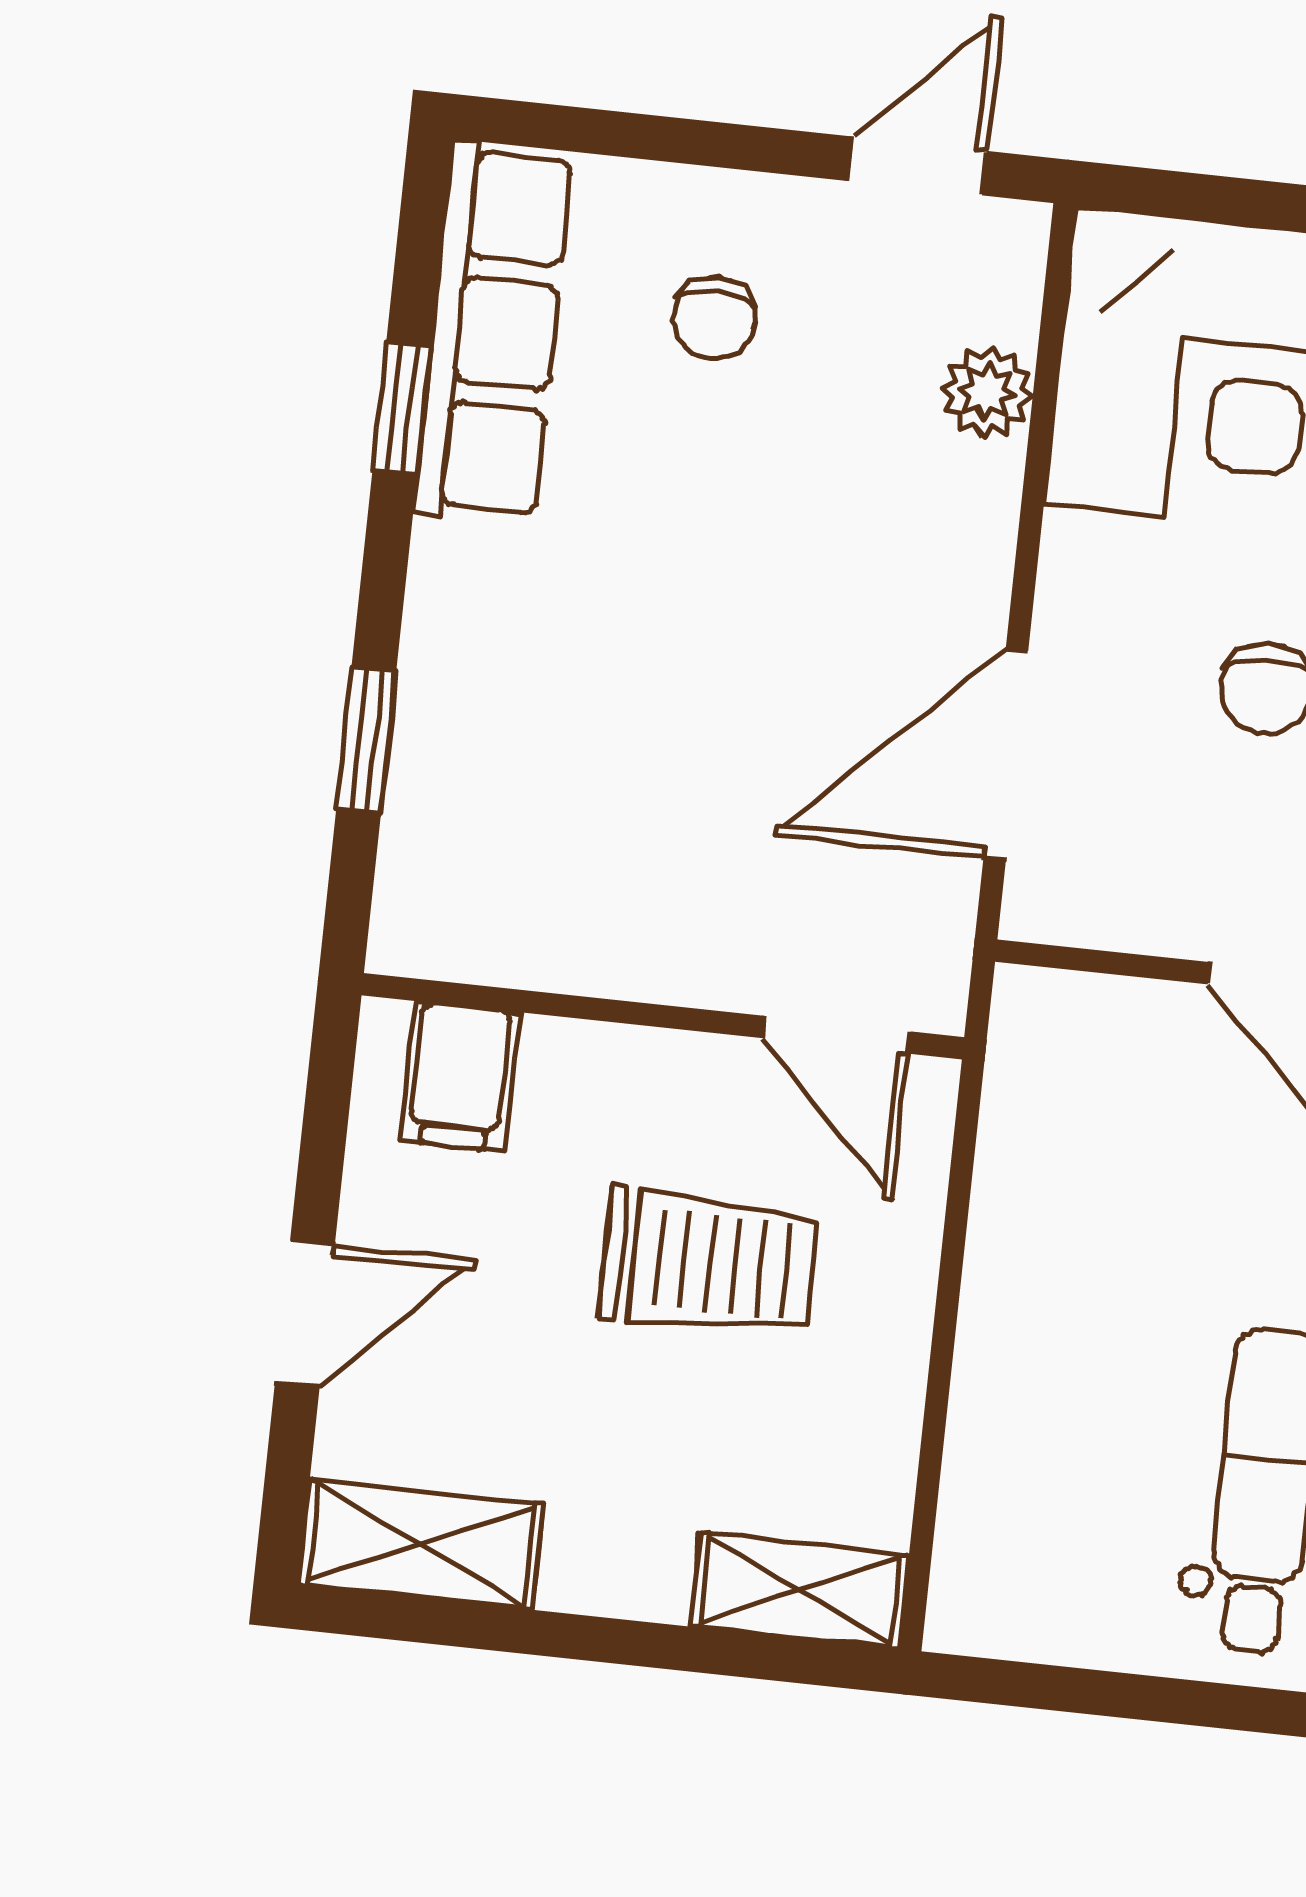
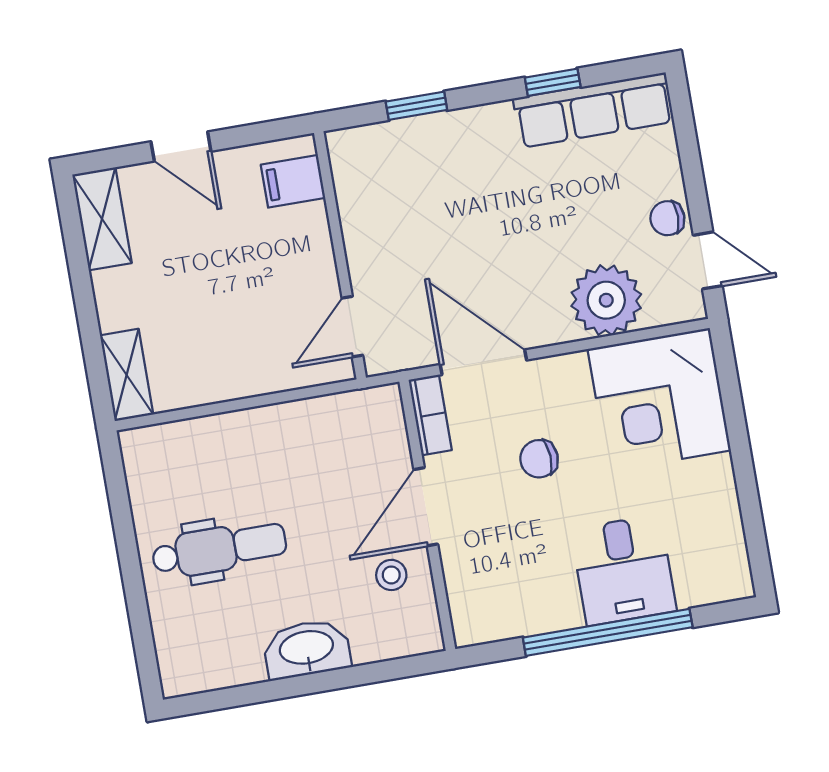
chair: (714, 318) -> (667, 218), moved
plant: (987, 392) -> (606, 300), width x1.87, depth x1.87
bookcase: (1093, 913) -> (430, 415), added
trolley: (708, 1263) -> (247, 301), removed

